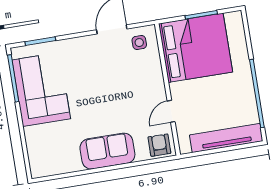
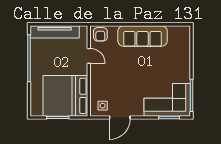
corner sofa: (41, 89) -> (167, 100), moved, turned 90
door: (171, 111) -> (89, 56), hinge flipped
sofa: (107, 151) -> (143, 36), width x1.36

